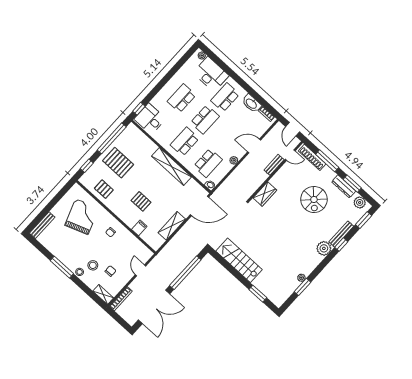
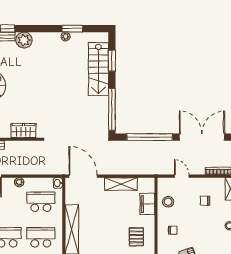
school desk: (185, 142) -> (41, 237), turned 180
pallet: (141, 201) -> (136, 237), moved
filing cabinet: (139, 228) -> (147, 204), width x2.00
stairs: (239, 260) -> (98, 69), moved
window: (226, 264) -> (112, 109), added
stool: (93, 265) -> (168, 202), moved
door: (141, 270) -> (182, 176), swing flipped

